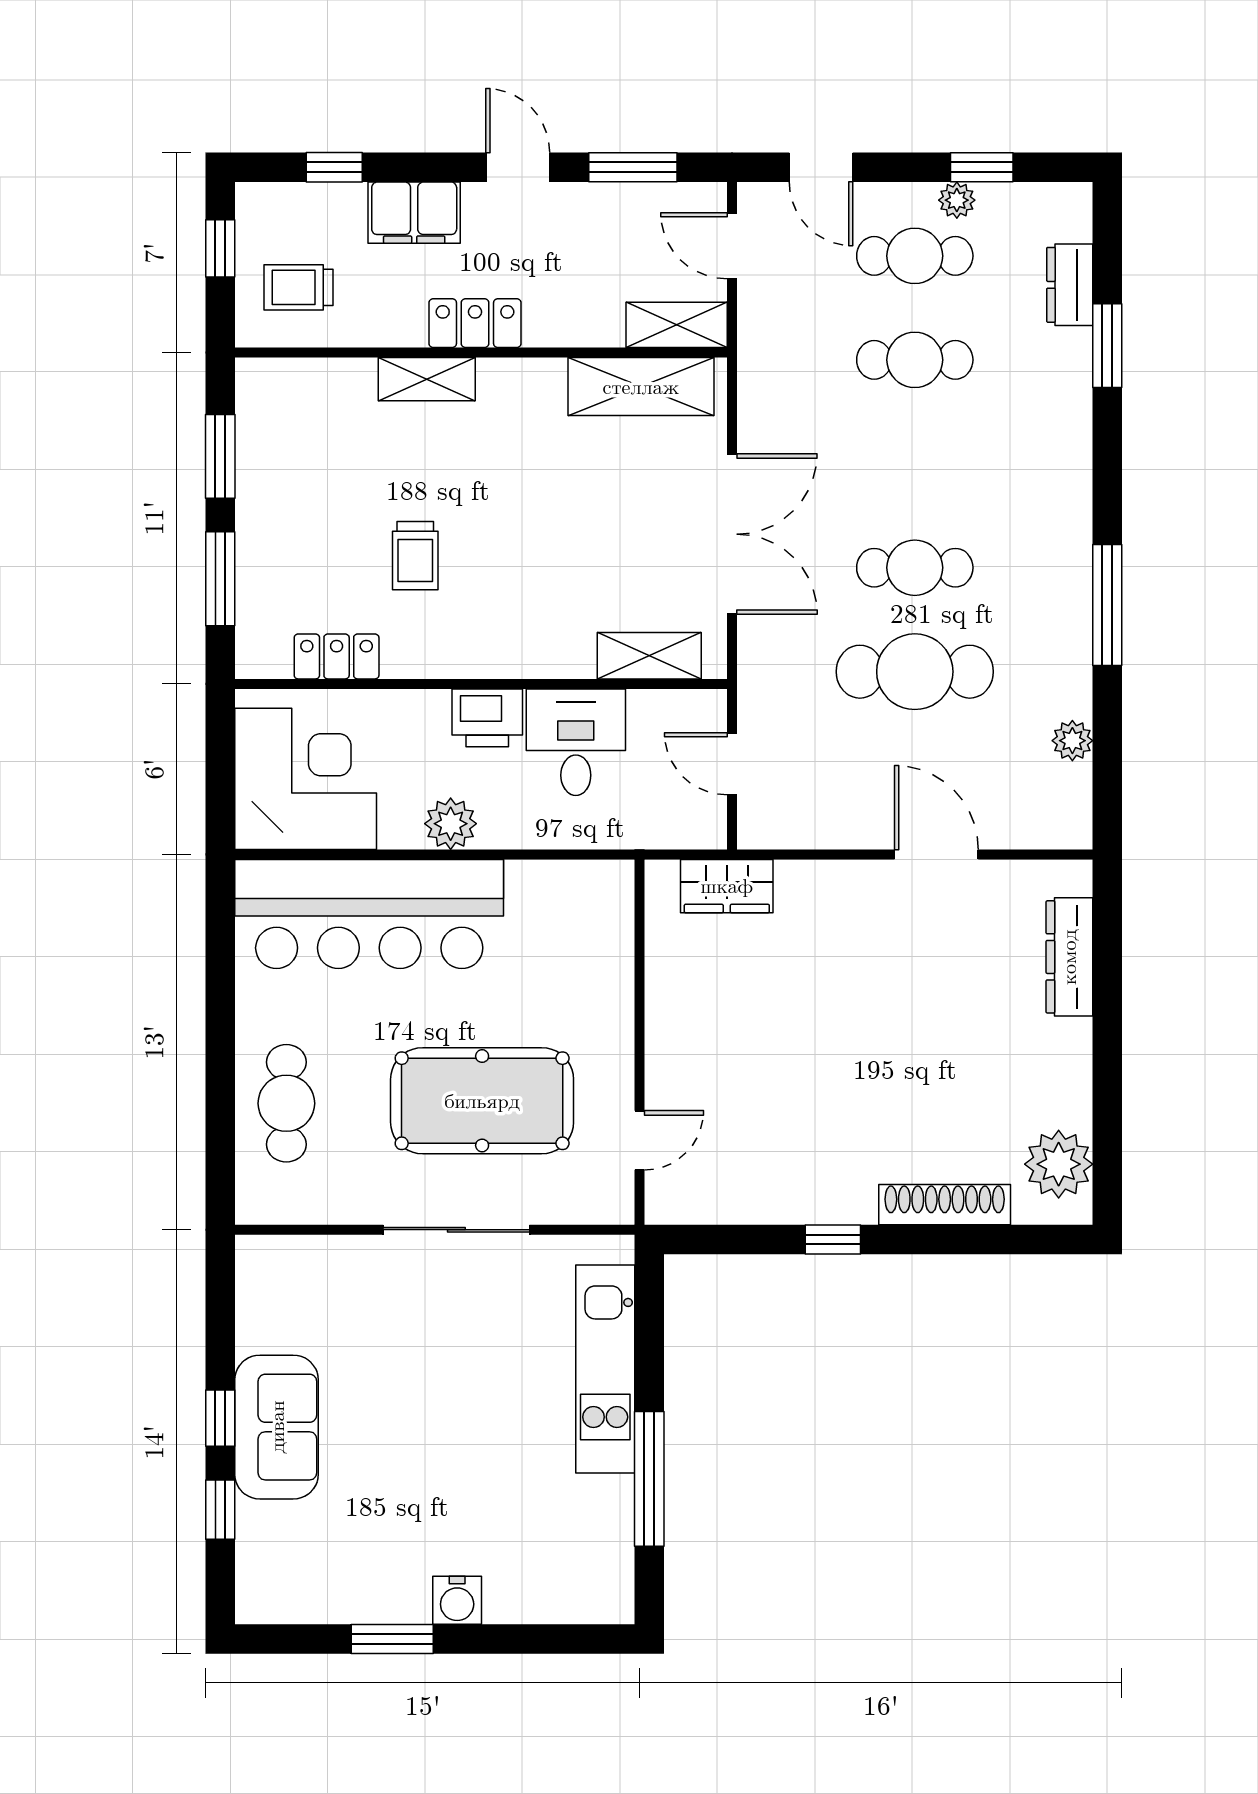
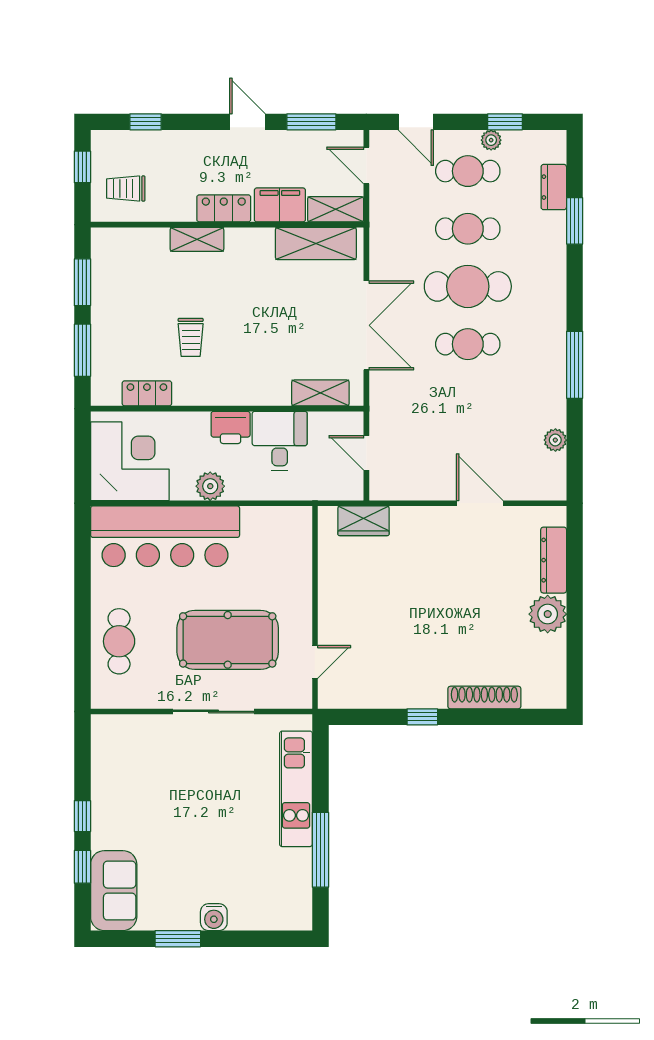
filing cabinet: (414, 213) -> (280, 205), moved, turned 180
cafe table: (915, 672) -> (468, 286), moved
plant: (1059, 1164) -> (548, 614), moved
sofa: (277, 1427) -> (114, 891), moved

